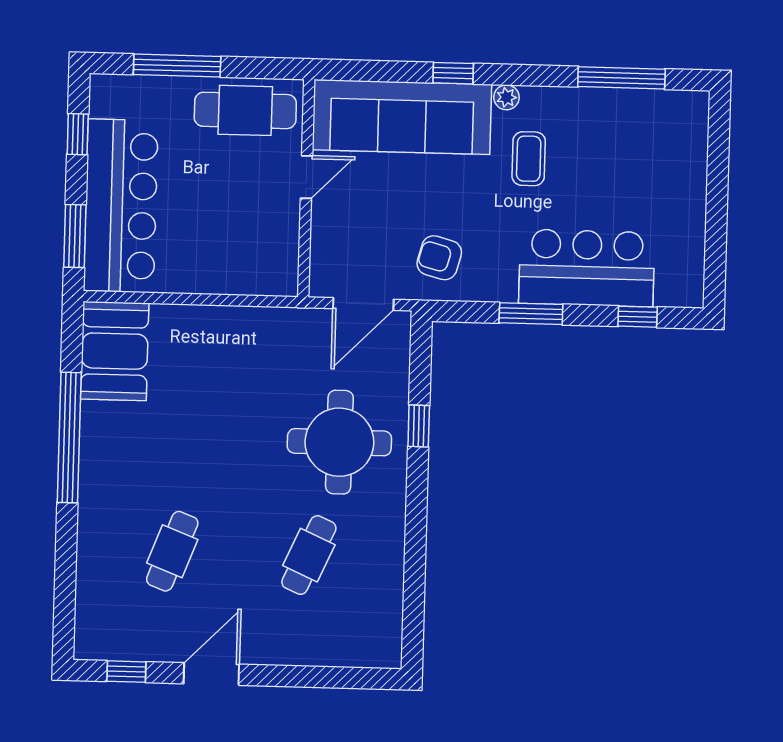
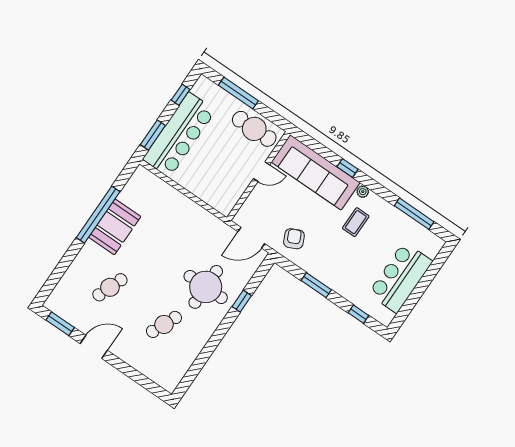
armchair: (439, 258) -> (294, 239), turned 50
bar counter: (587, 268) -> (400, 278), moved, turned -90
booth: (115, 351) -> (115, 227), moved
window: (126, 672) -> (60, 324), width x1.50

